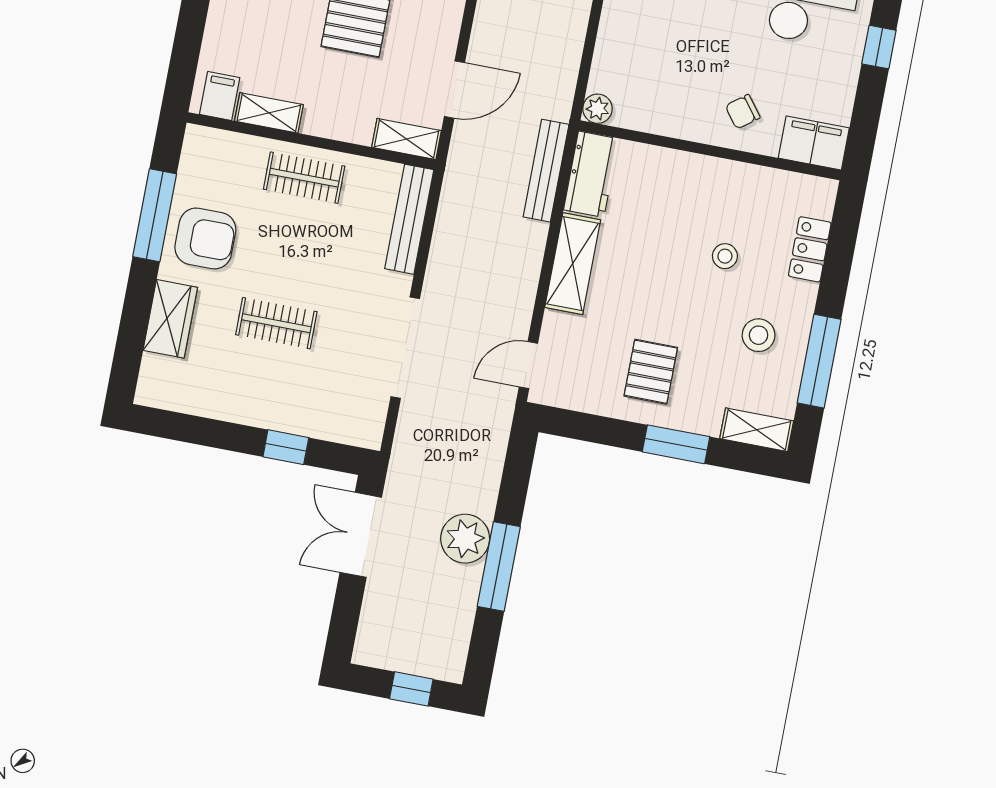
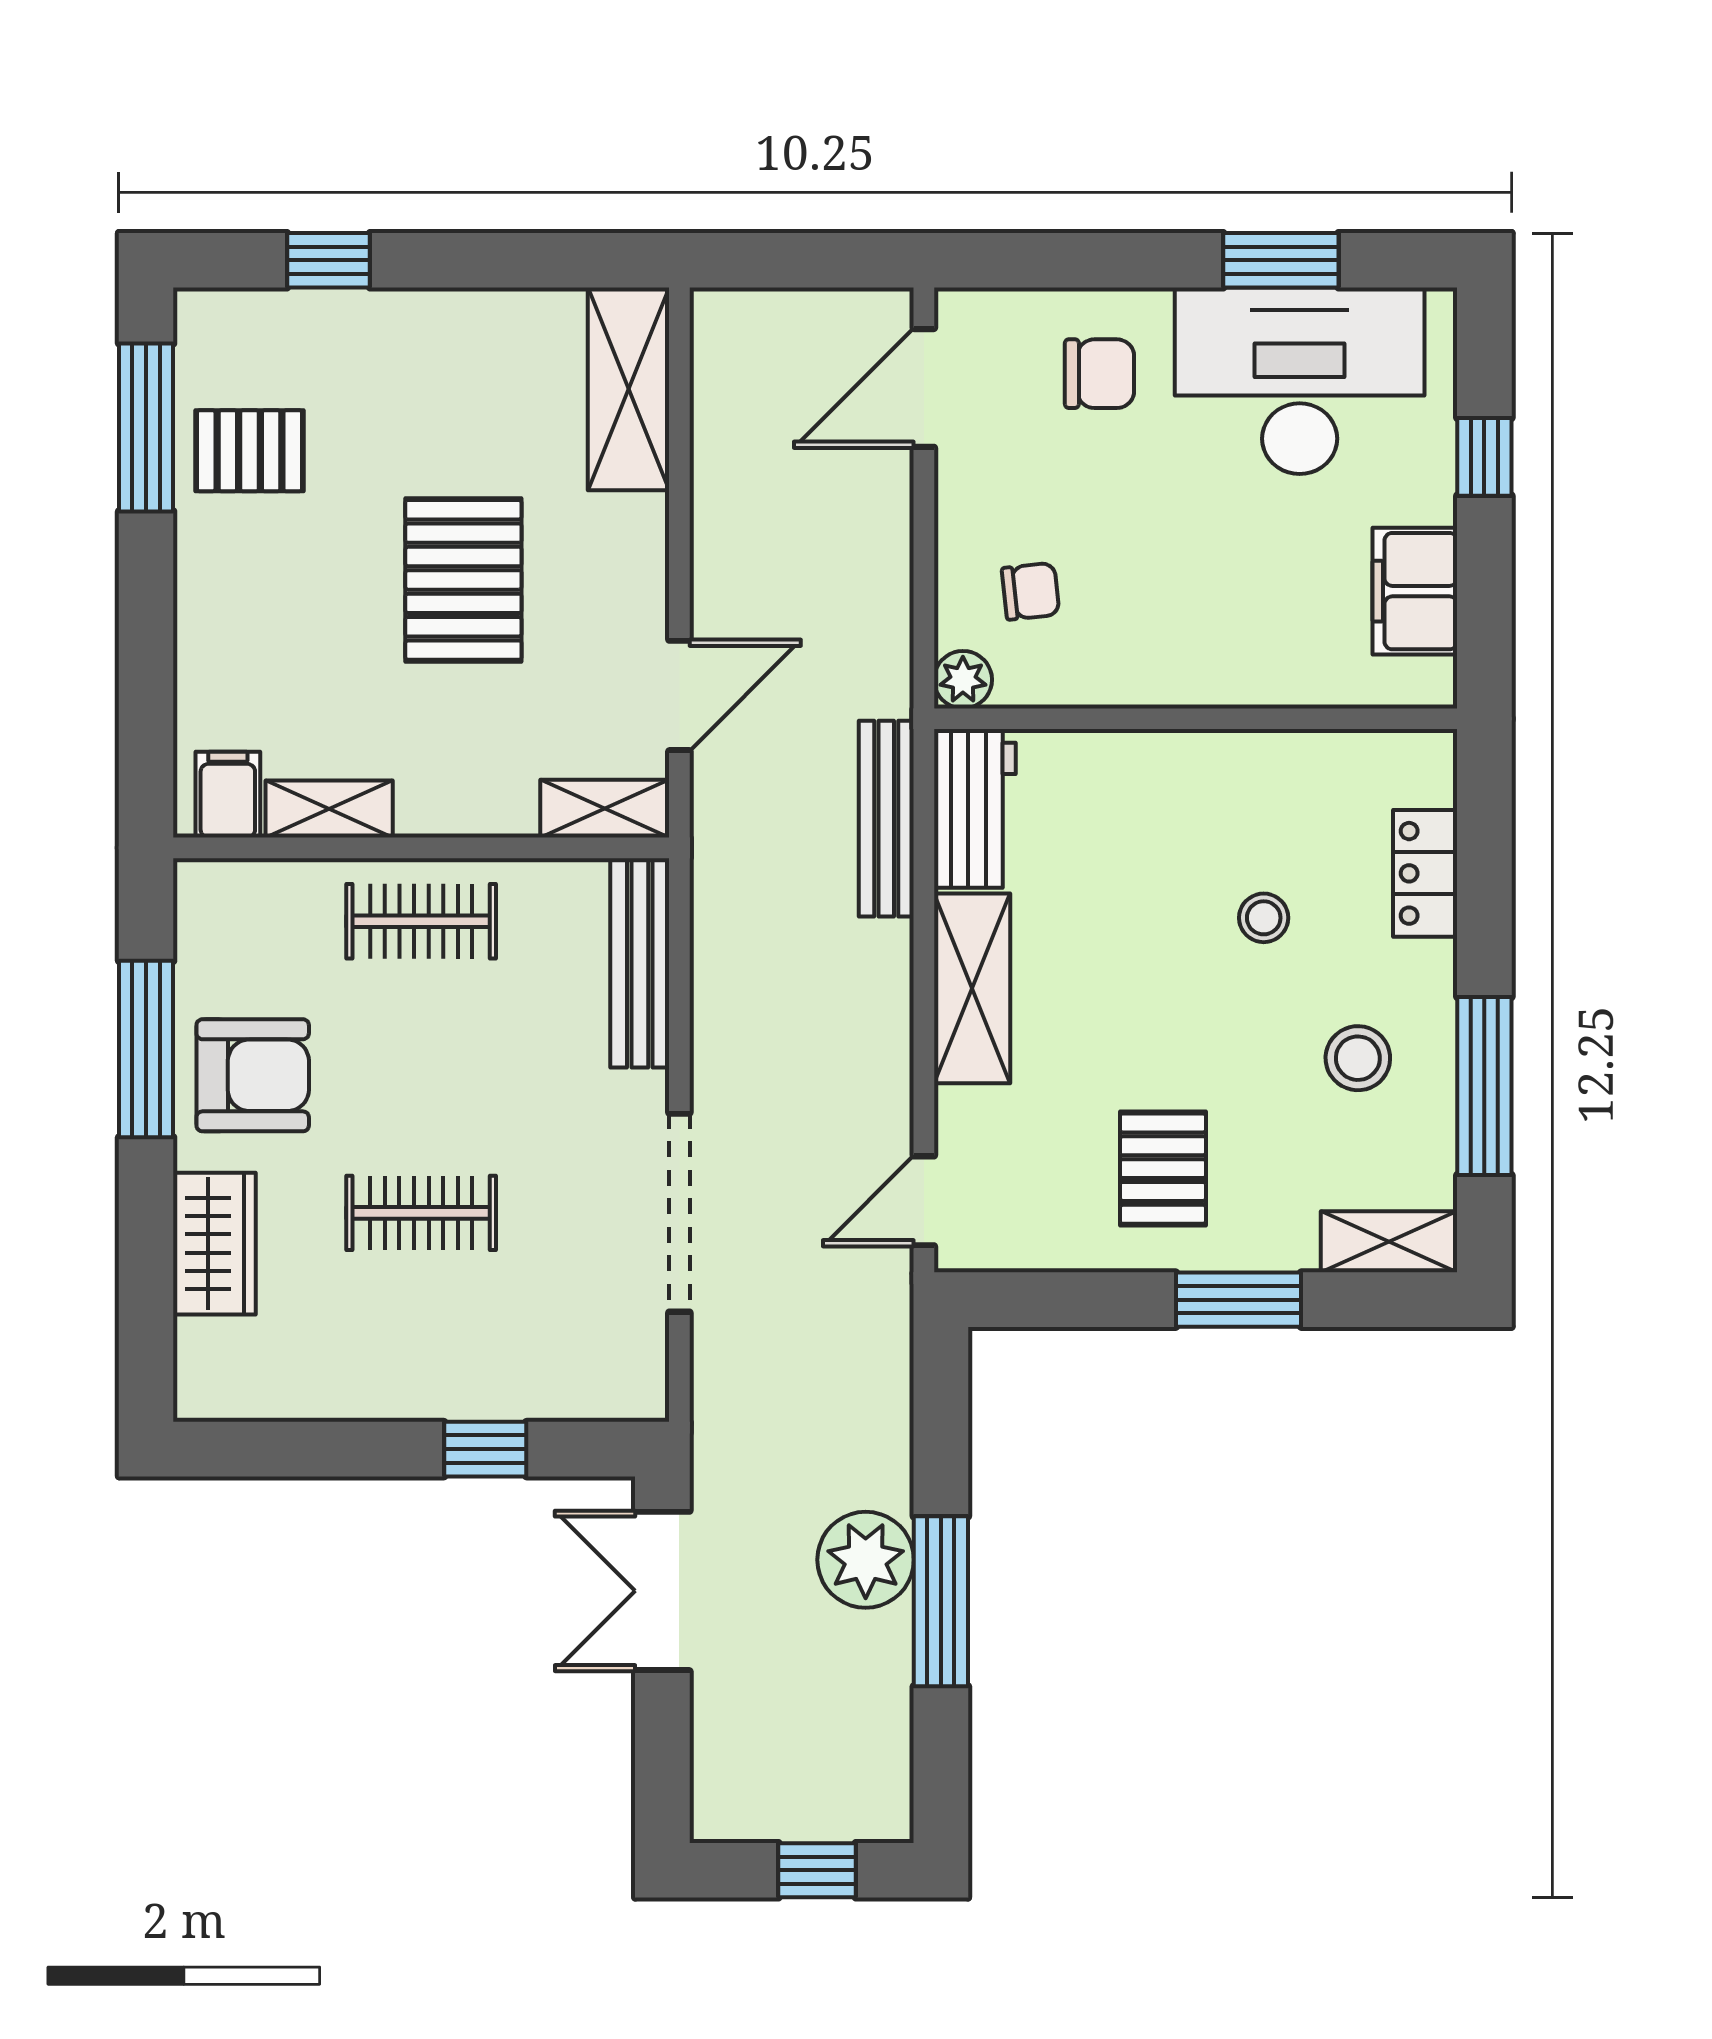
chair: (743, 112) -> (1031, 591), moved, turned -149
filing cabinet: (814, 143) -> (1415, 591), moved, turned -90

